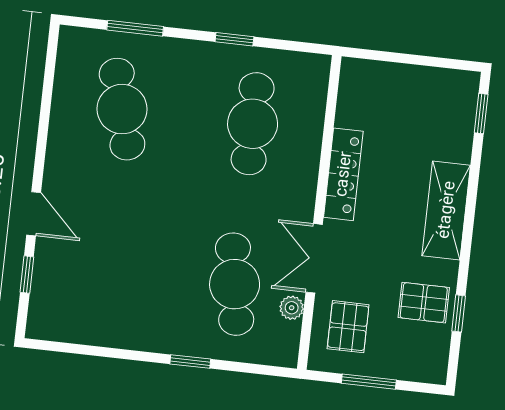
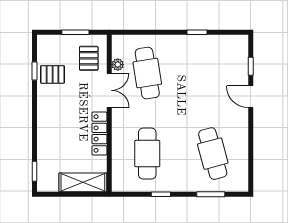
shelving: (446, 210) -> (83, 182), moved, turned 90
window: (190, 362) -> (197, 32), moved

